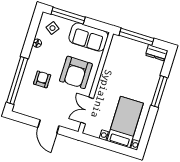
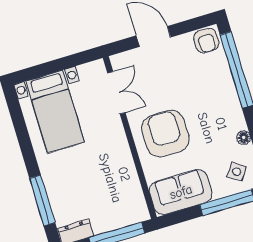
armchair: (42, 79) -> (206, 41), moved
window: (159, 92) -> (42, 200), moved

